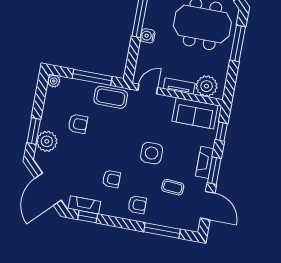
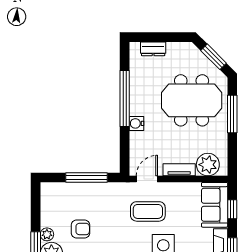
plant: (54, 81) -> (47, 234), moved
coffee table: (111, 97) -> (148, 211), moved
sofa: (195, 113) -> (215, 205), moved, turned 90

